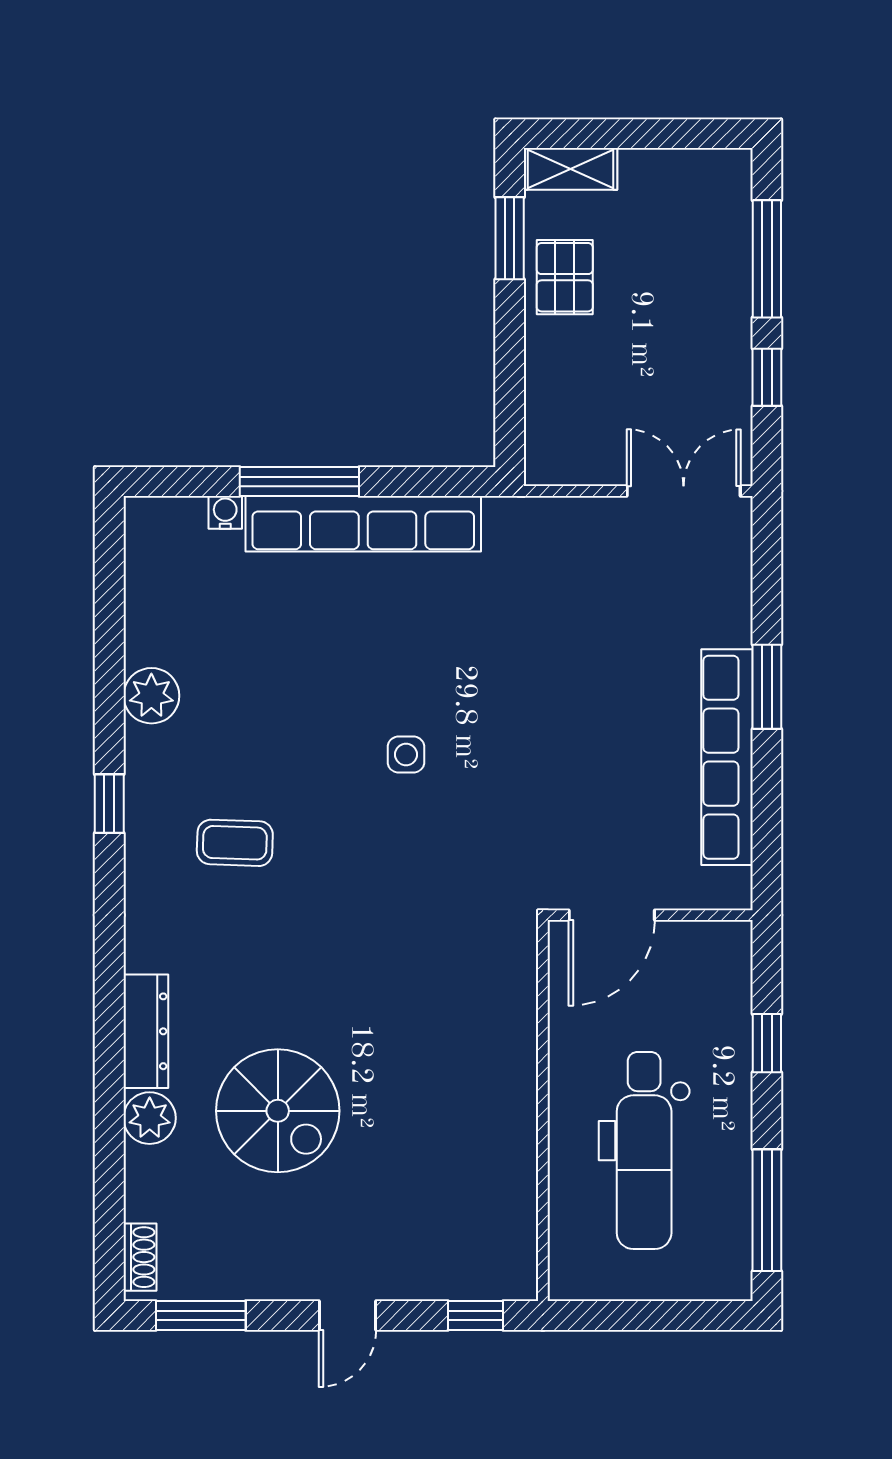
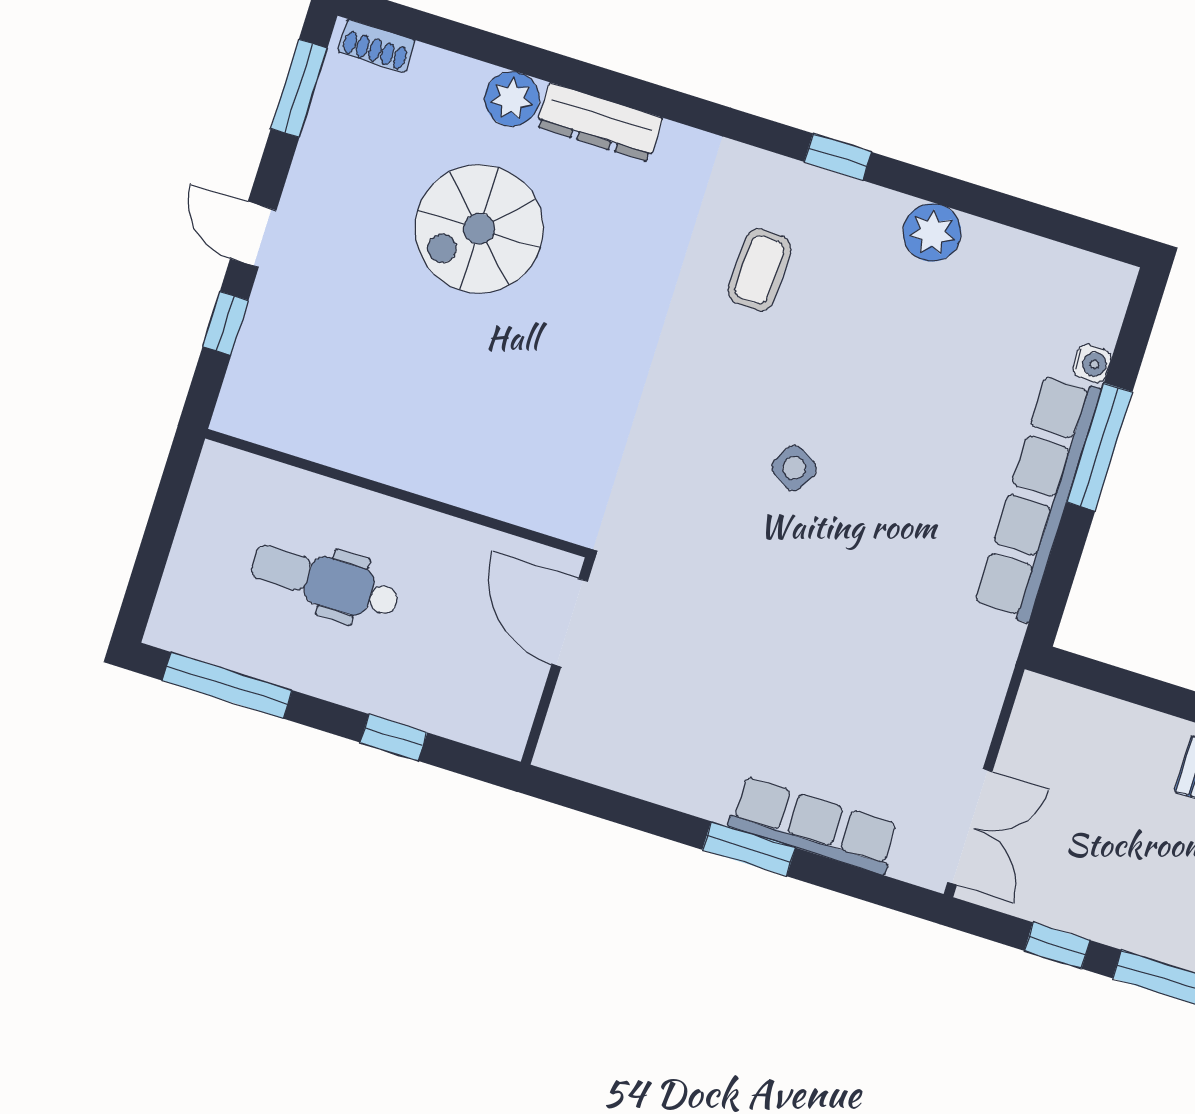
side table: (406, 755) -> (794, 468), turned 30
row of seats: (727, 757) -> (814, 825), moved, width x0.73
dental chair: (644, 1150) -> (325, 582), width x0.73, depth x0.72
window: (475, 1315) -> (225, 323), moved

